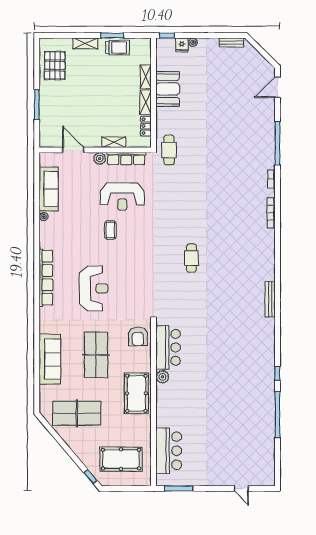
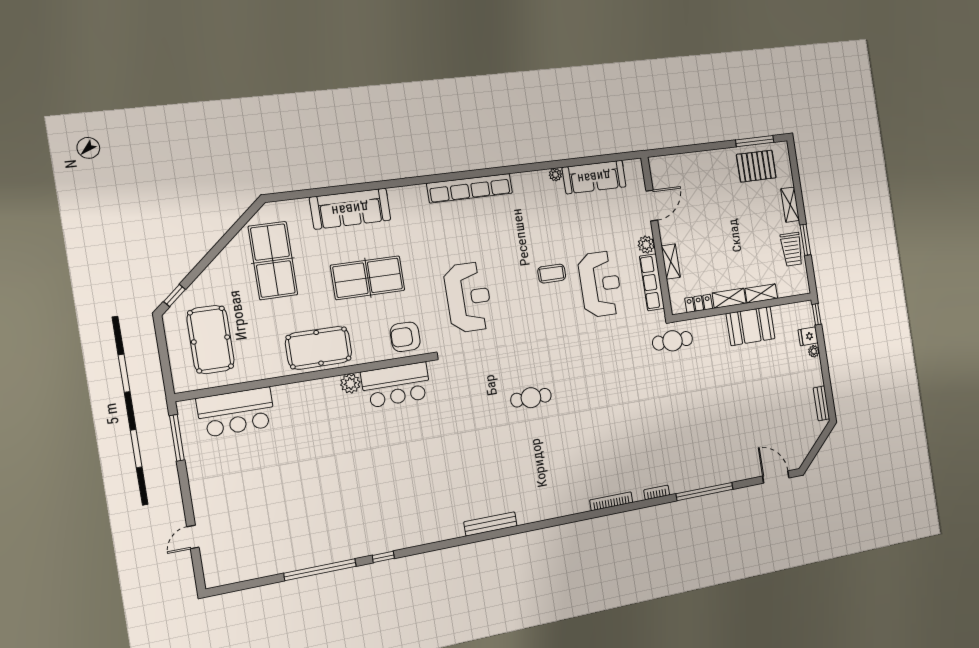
window: (37, 105) -> (755, 141), moved
reception desk: (122, 197) -> (600, 284), turned 180
reception desk: (94, 288) -> (468, 297), moved, turned -90

